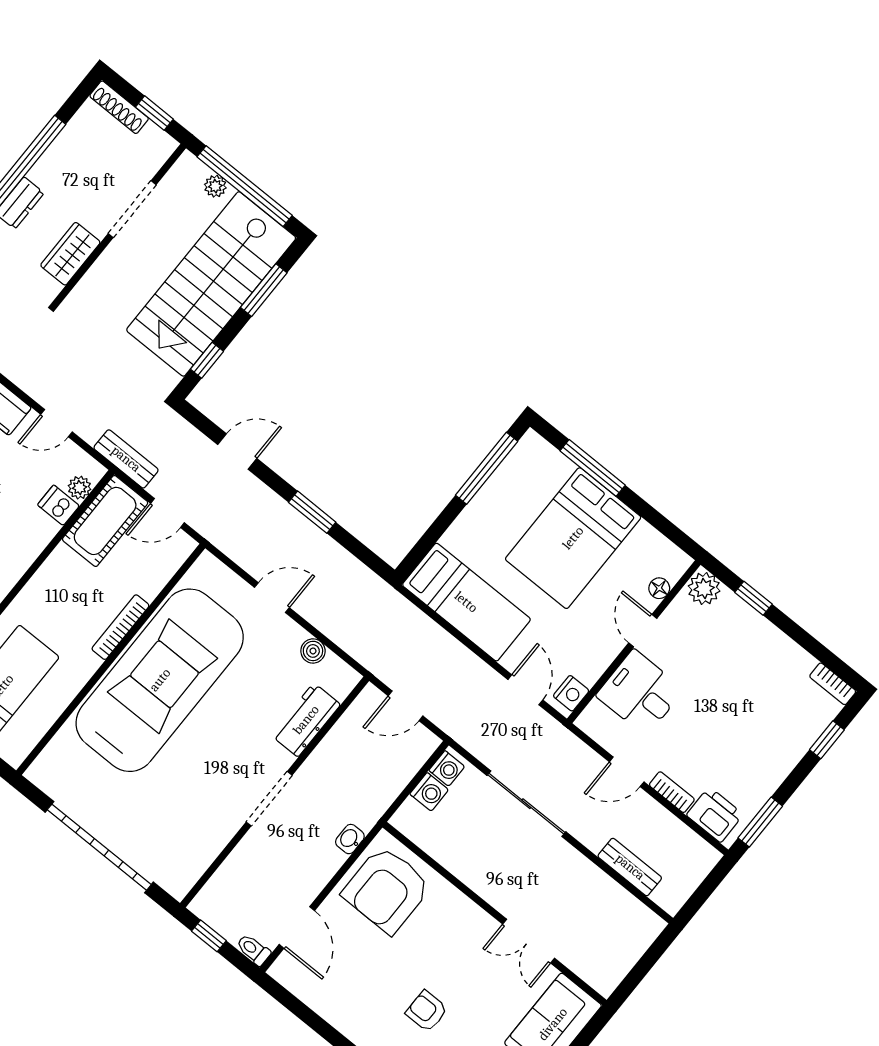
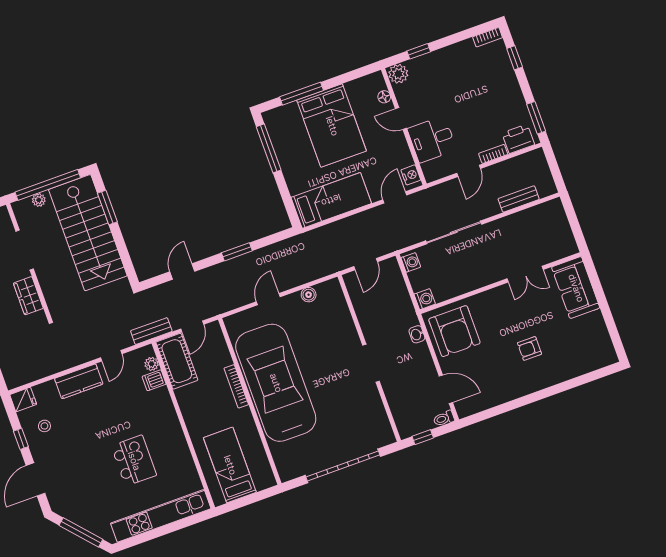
window: (207, 360) -> (126, 259), removed
door: (525, 690) -> (395, 197), hinge flipped
workbench: (306, 720) -> (342, 320), removed
washing machine: (429, 792) -> (425, 299), moved

